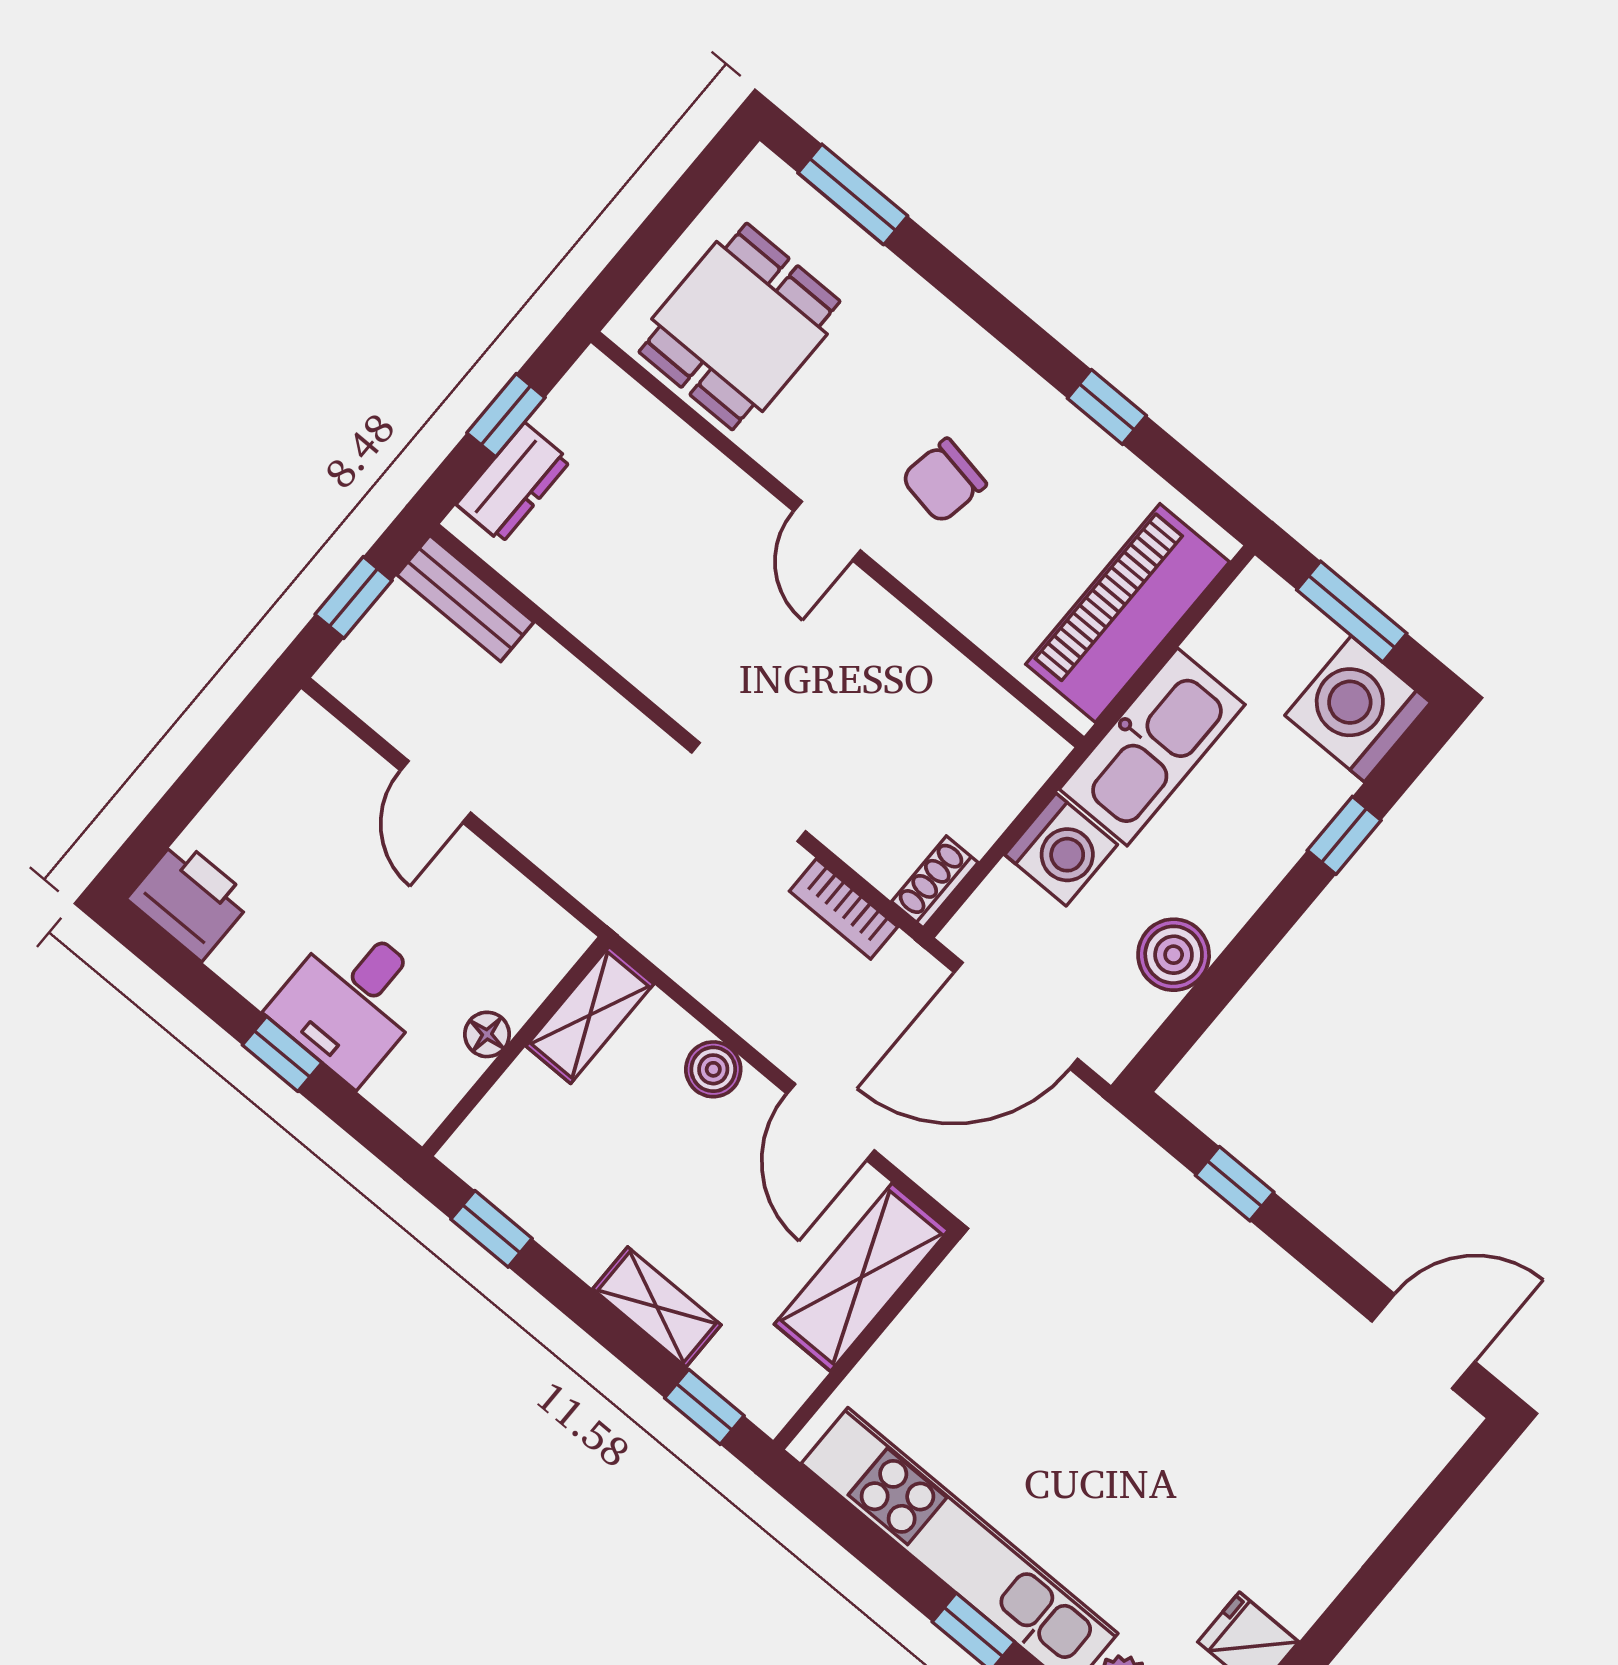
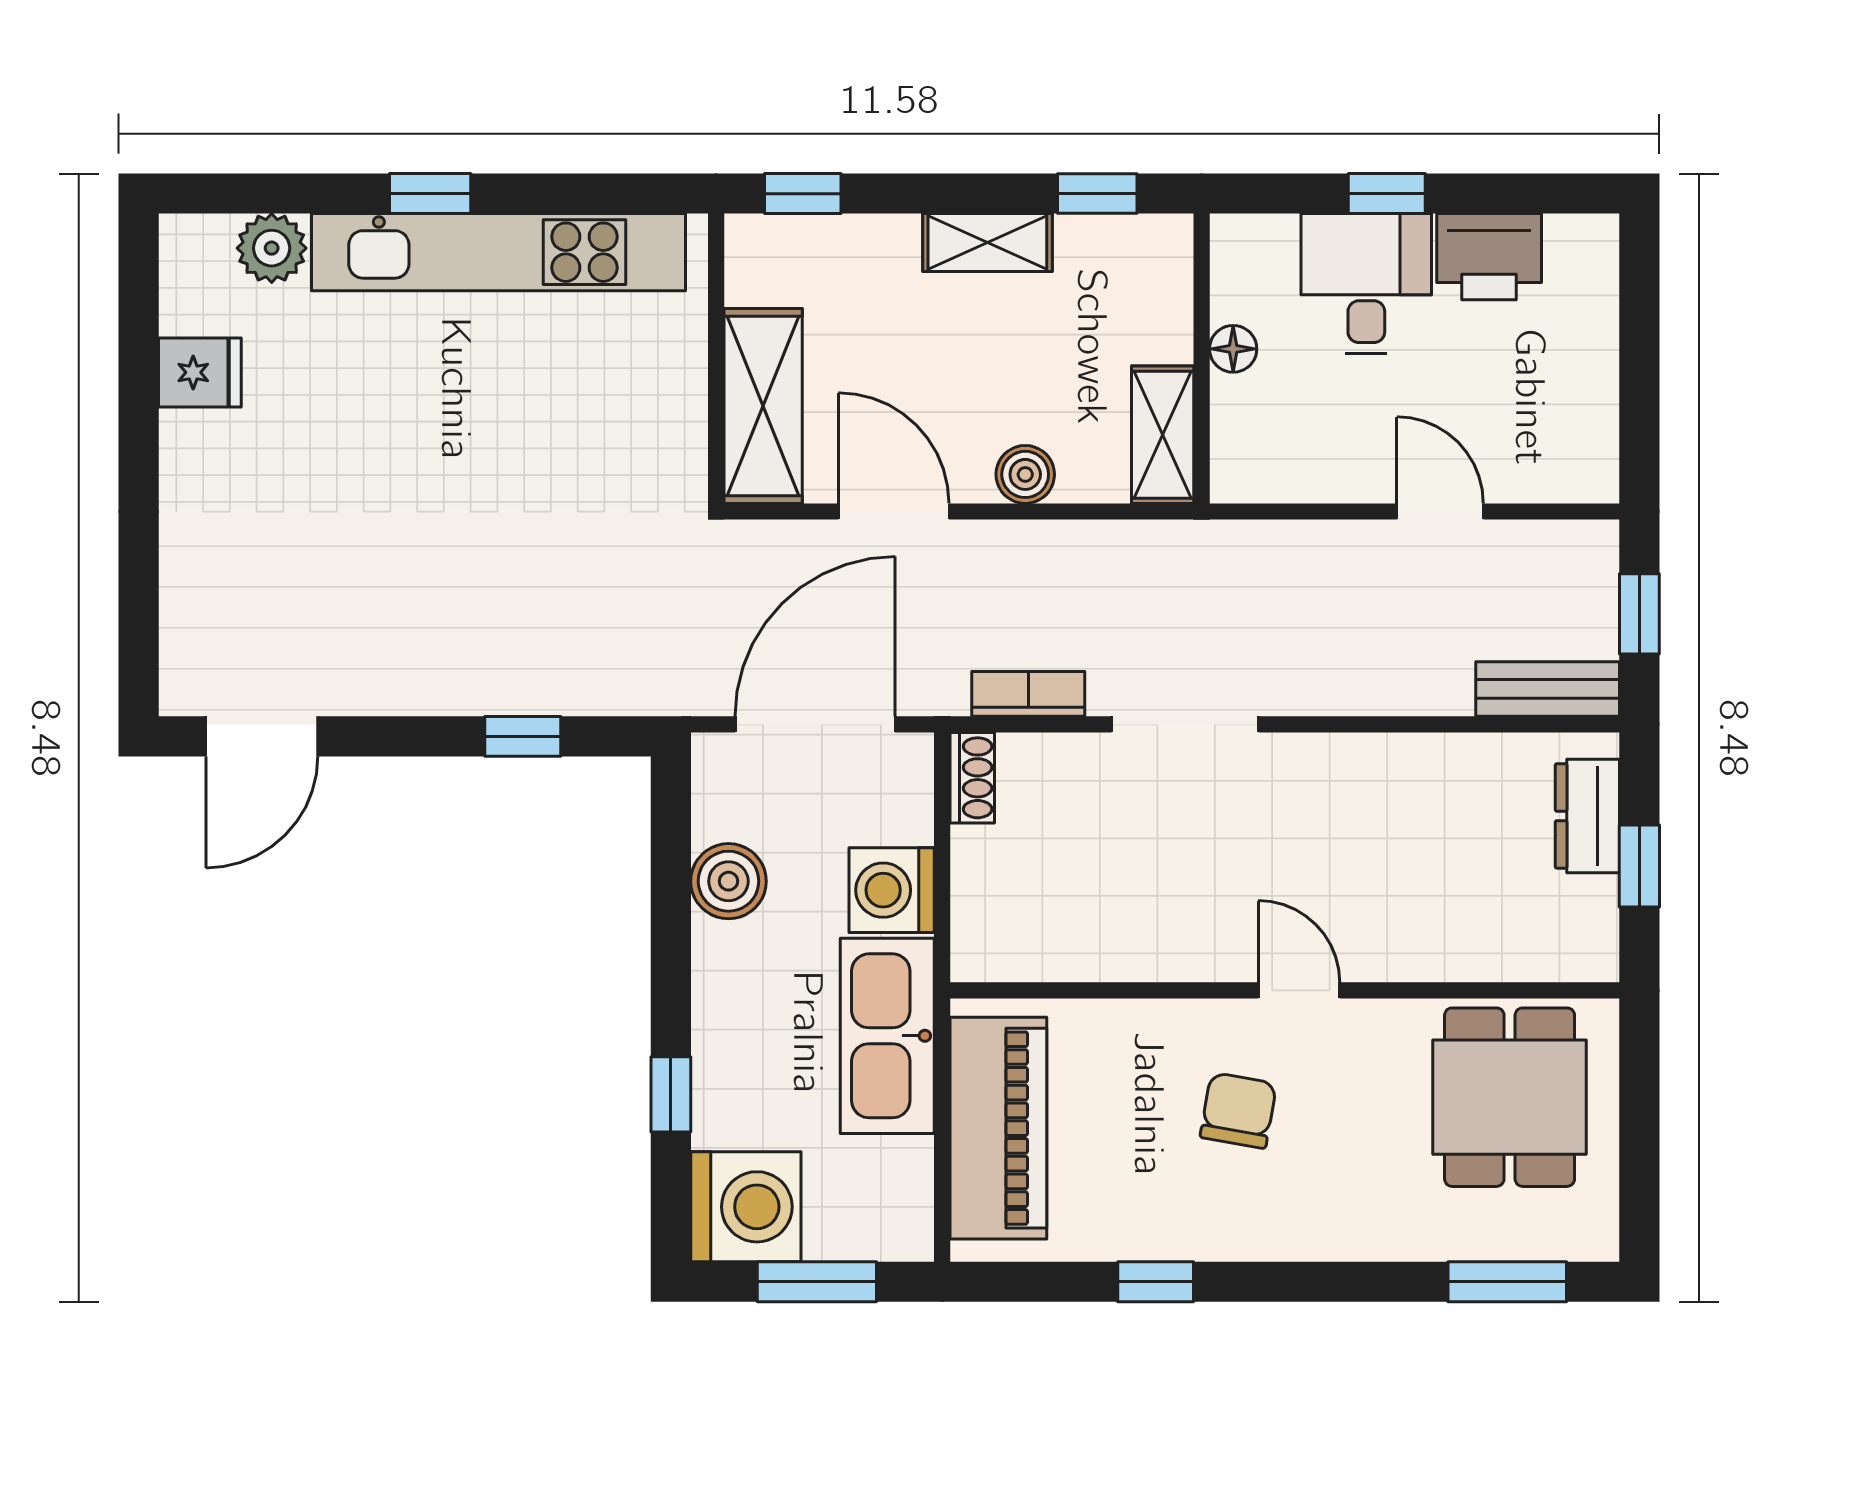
printer: (190, 899) -> (1489, 257), moved
shelving: (657, 1307) -> (987, 243), moved

